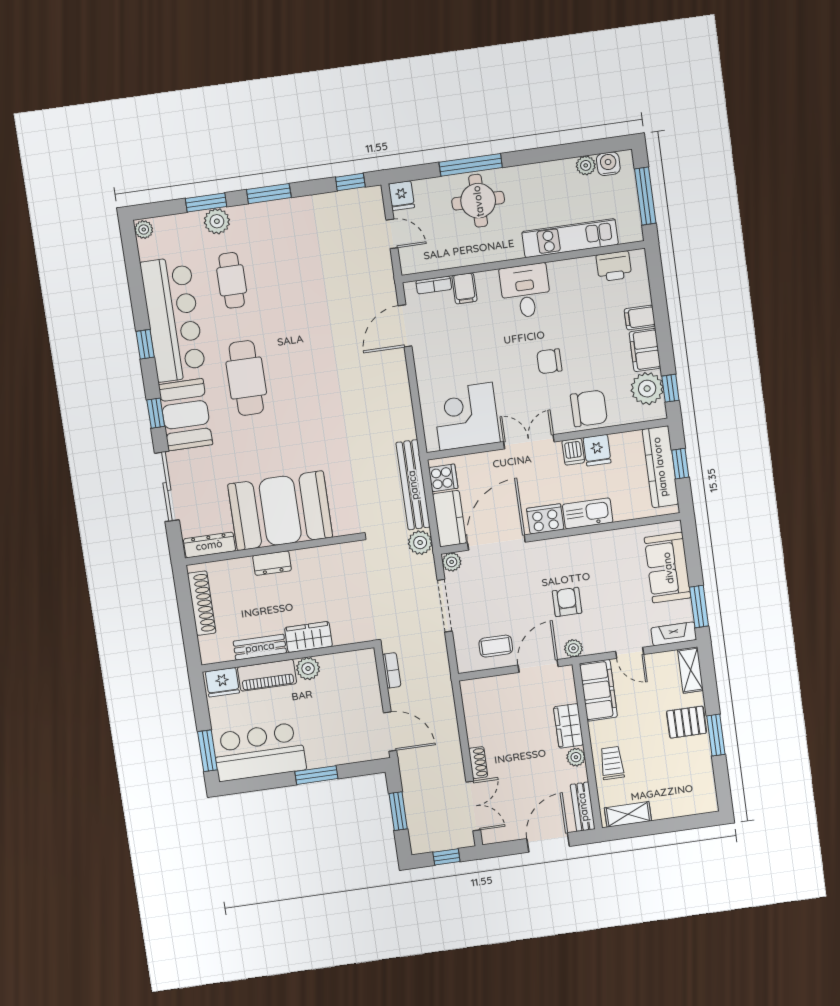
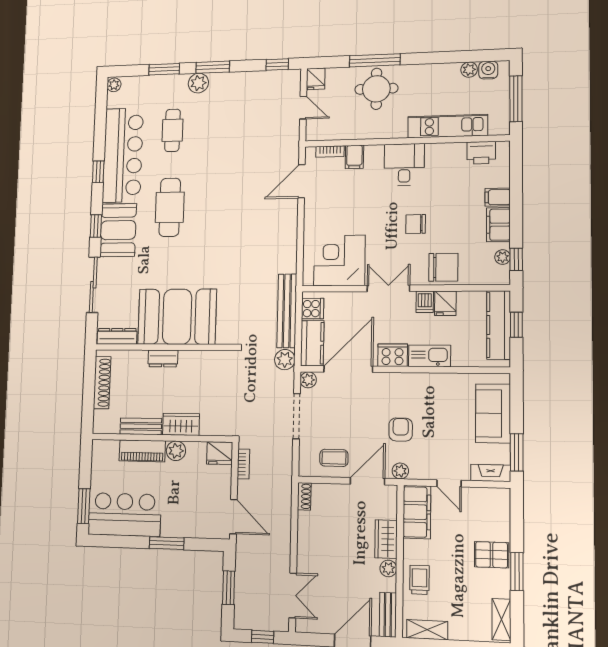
plant: (217, 221) -> (198, 83), moved
plant: (647, 389) -> (503, 257), width x0.53, depth x0.53
shelving: (690, 670) -> (501, 620), moved
fridge: (222, 682) -> (220, 453), moved
shoe rack: (478, 763) -> (304, 496), moved

